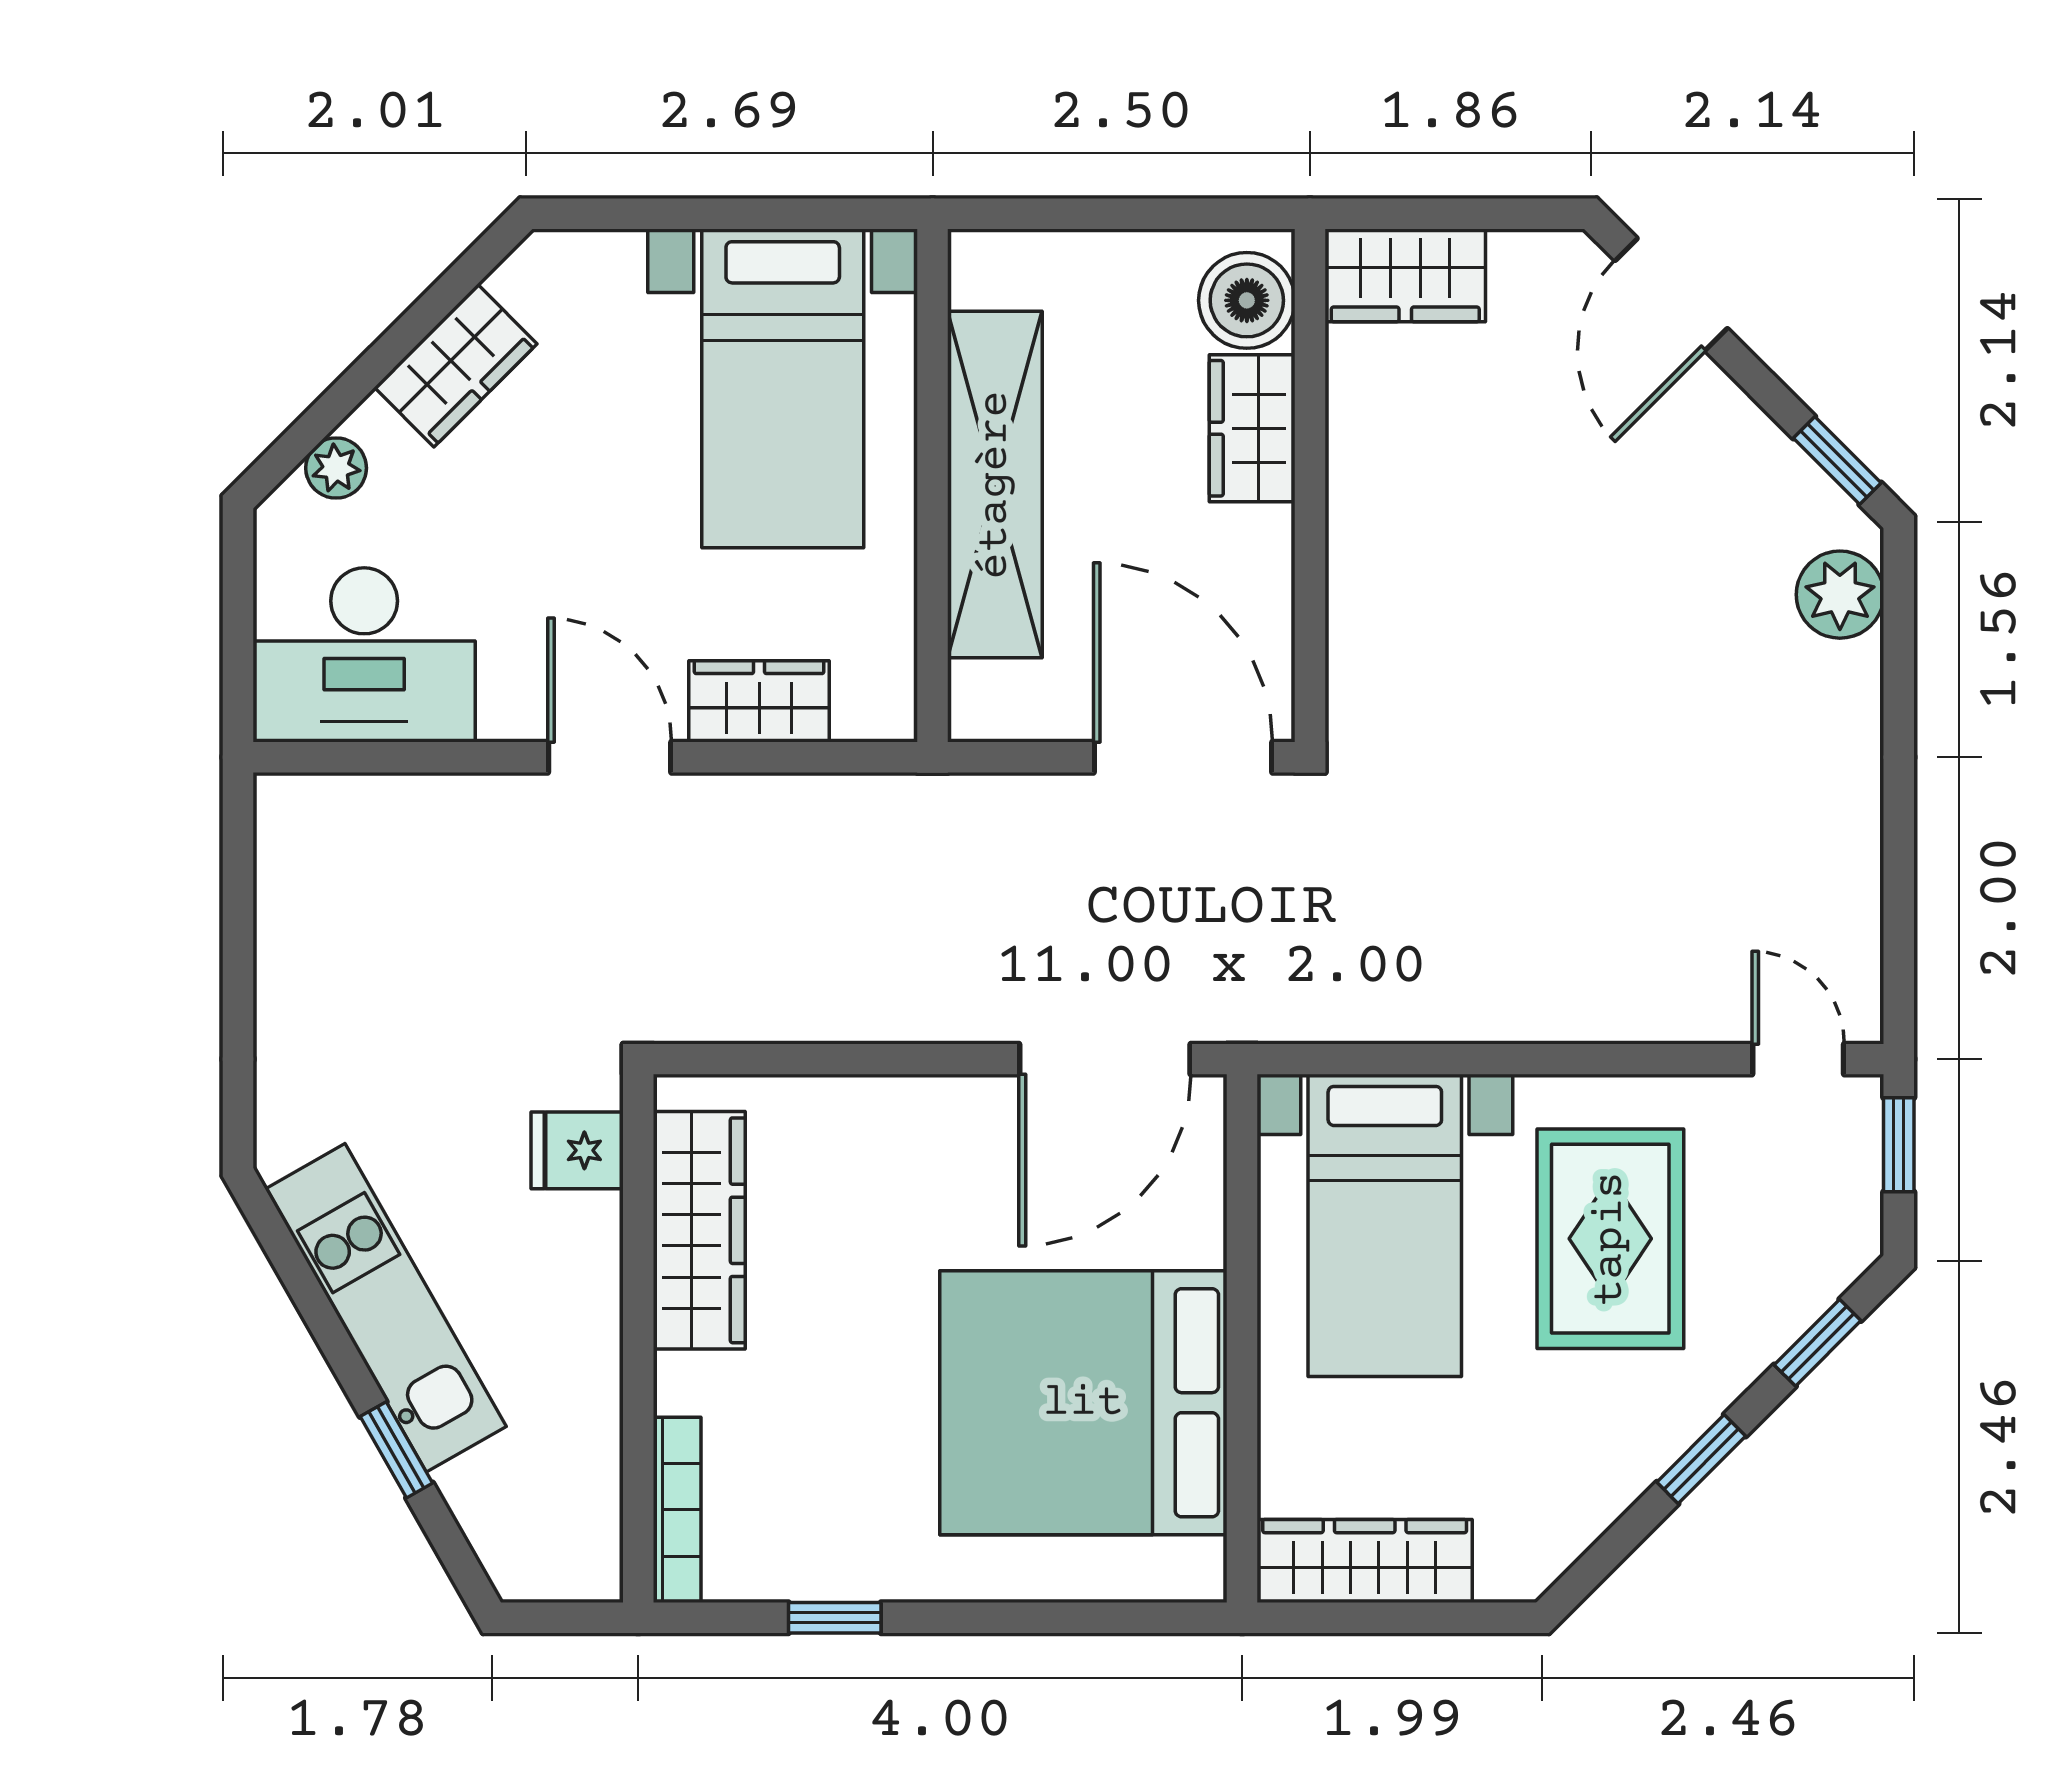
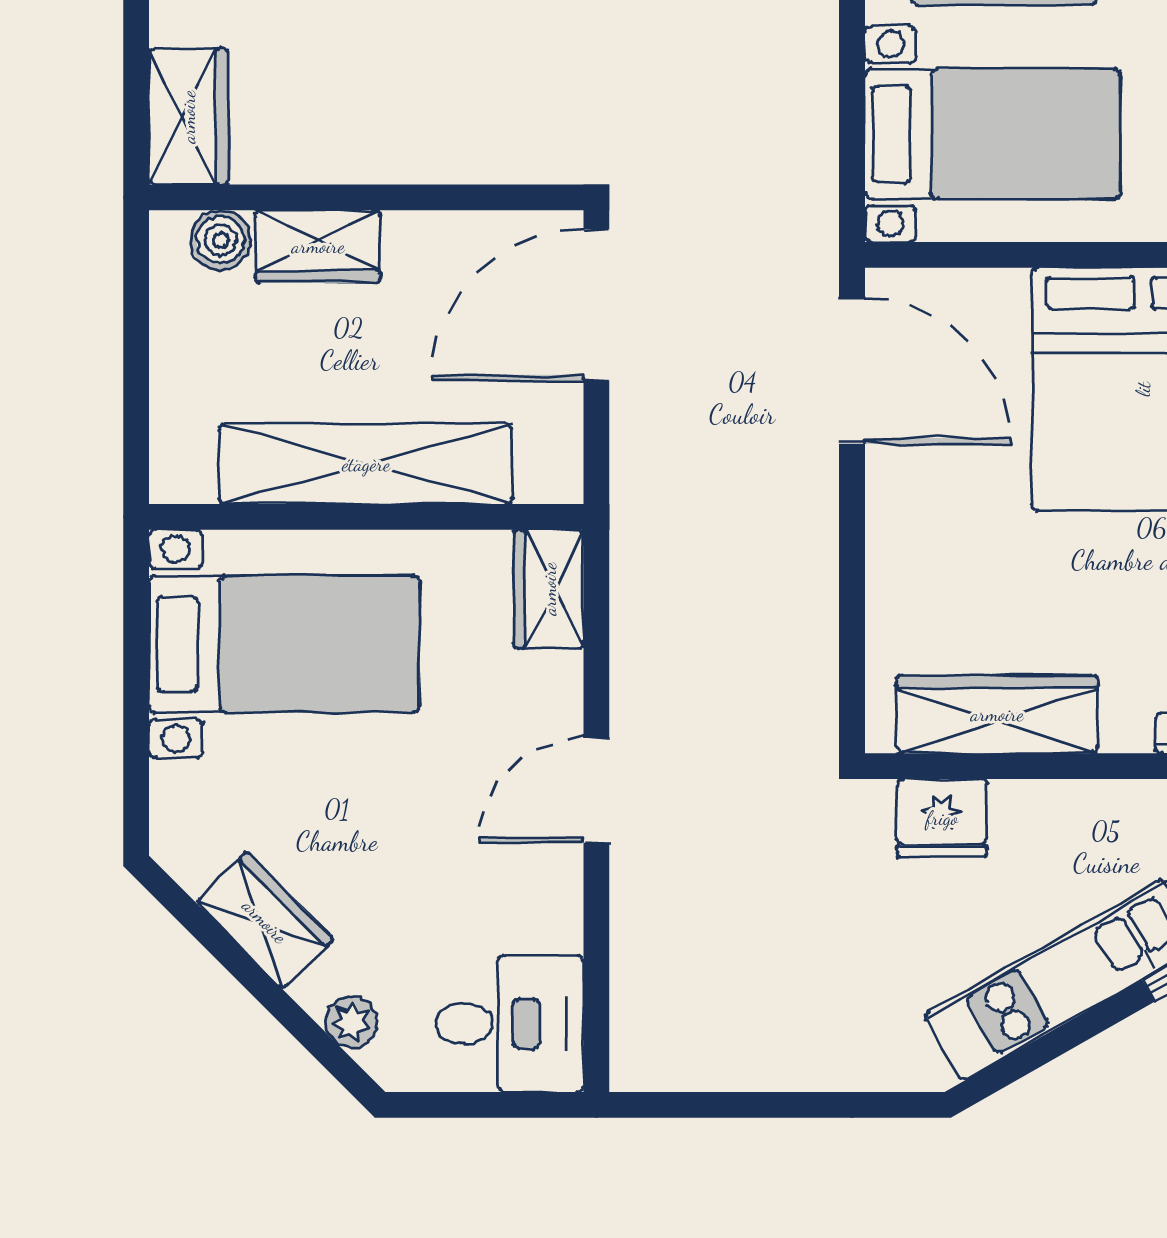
boiler: (1247, 300) -> (220, 240), width x0.73, depth x0.73
desk: (364, 655) -> (510, 1024), width x0.73
wardrobe: (759, 701) -> (549, 589), moved
fridge: (577, 1150) -> (942, 818), width x1.38

